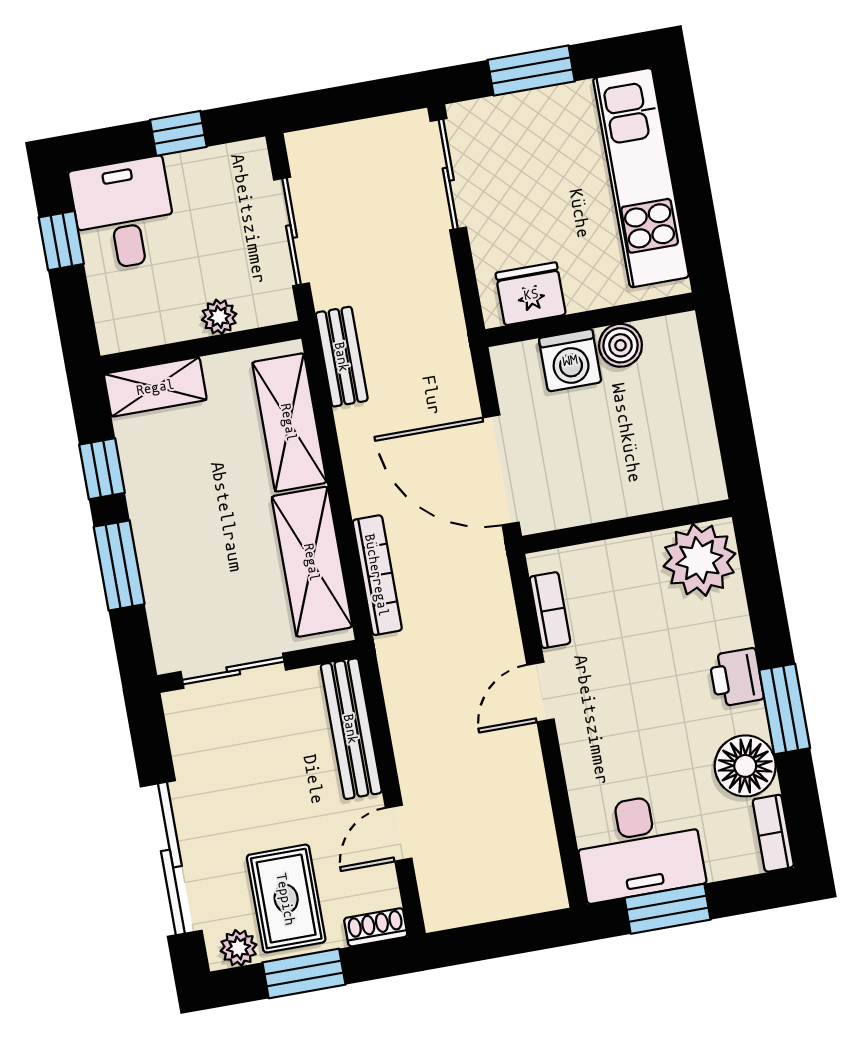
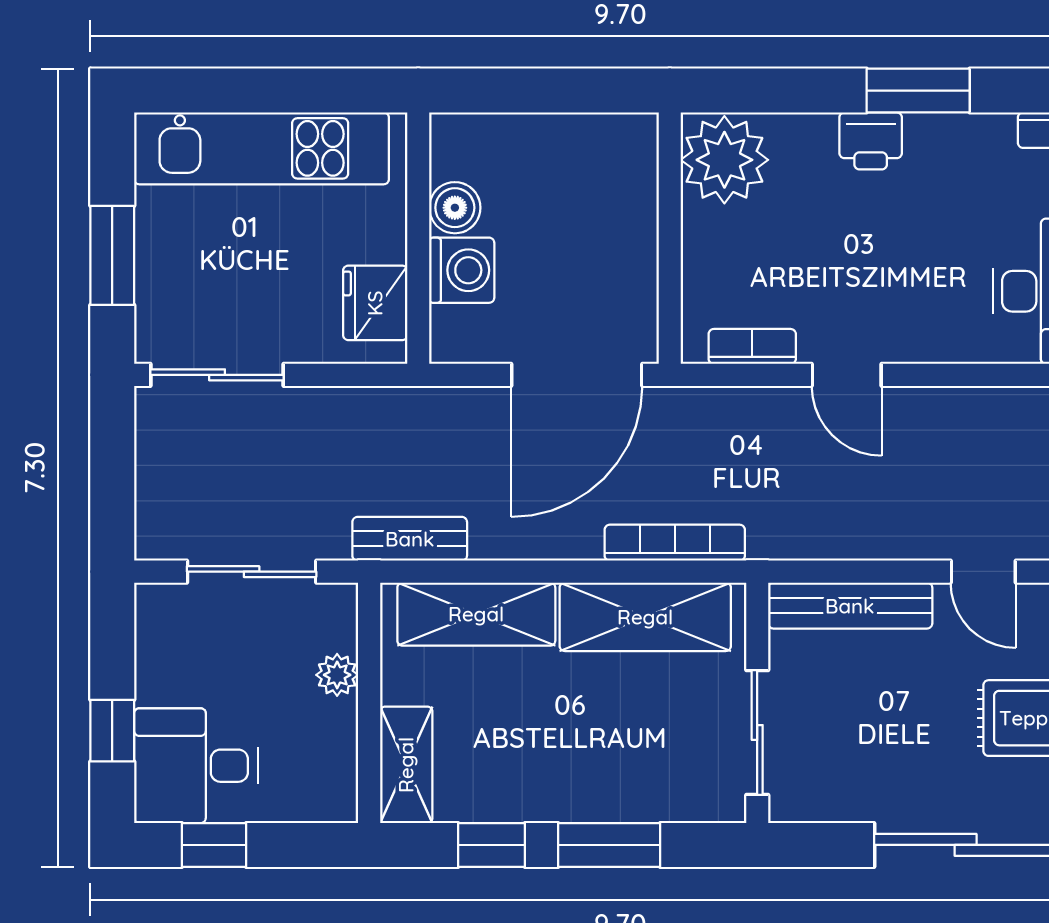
window: (178, 133) -> (112, 731), moved
floor lamp: (745, 766) -> (977, 149), removed

